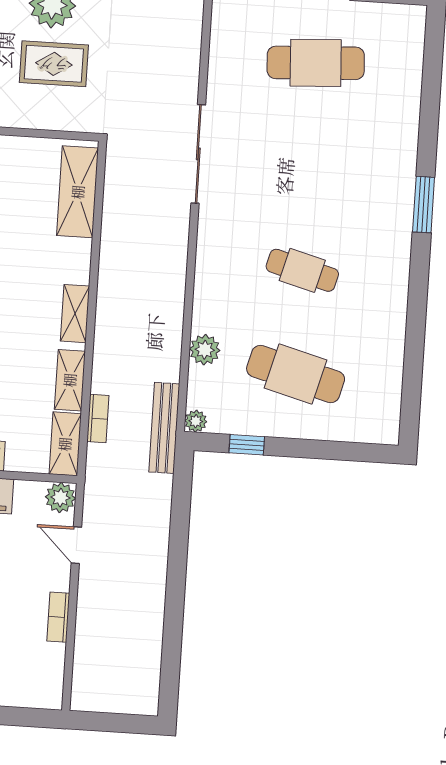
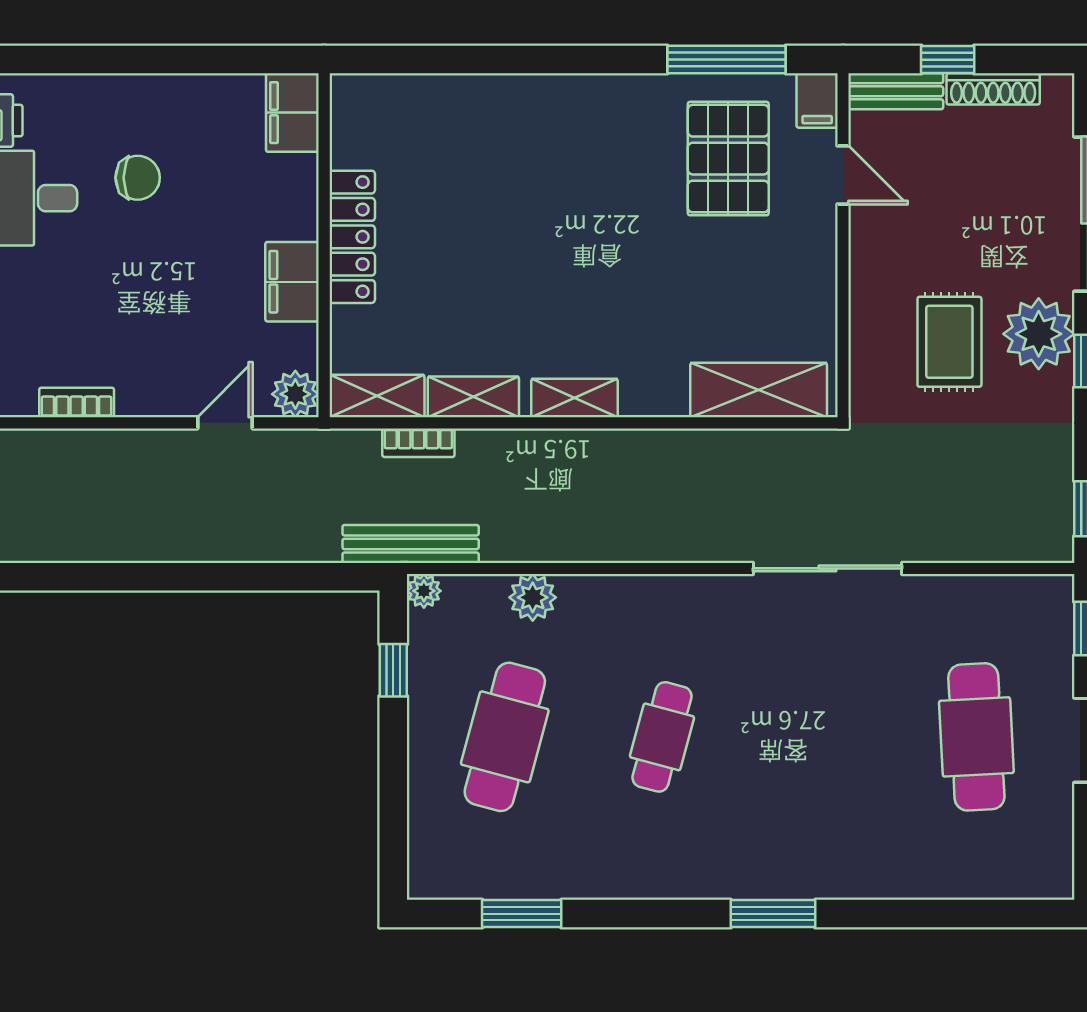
window: (413, 370) -> (522, 914), added
bookcase: (58, 617) -> (77, 402), moved

